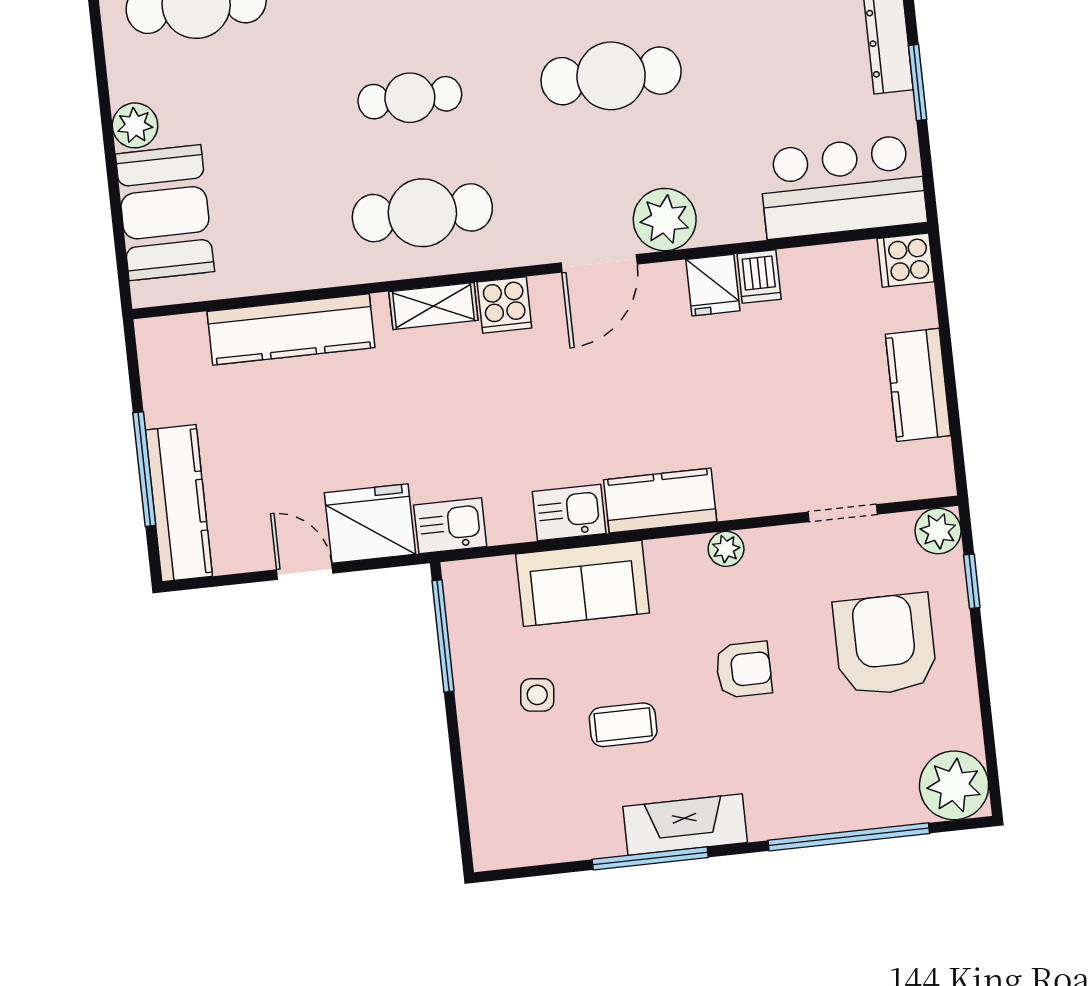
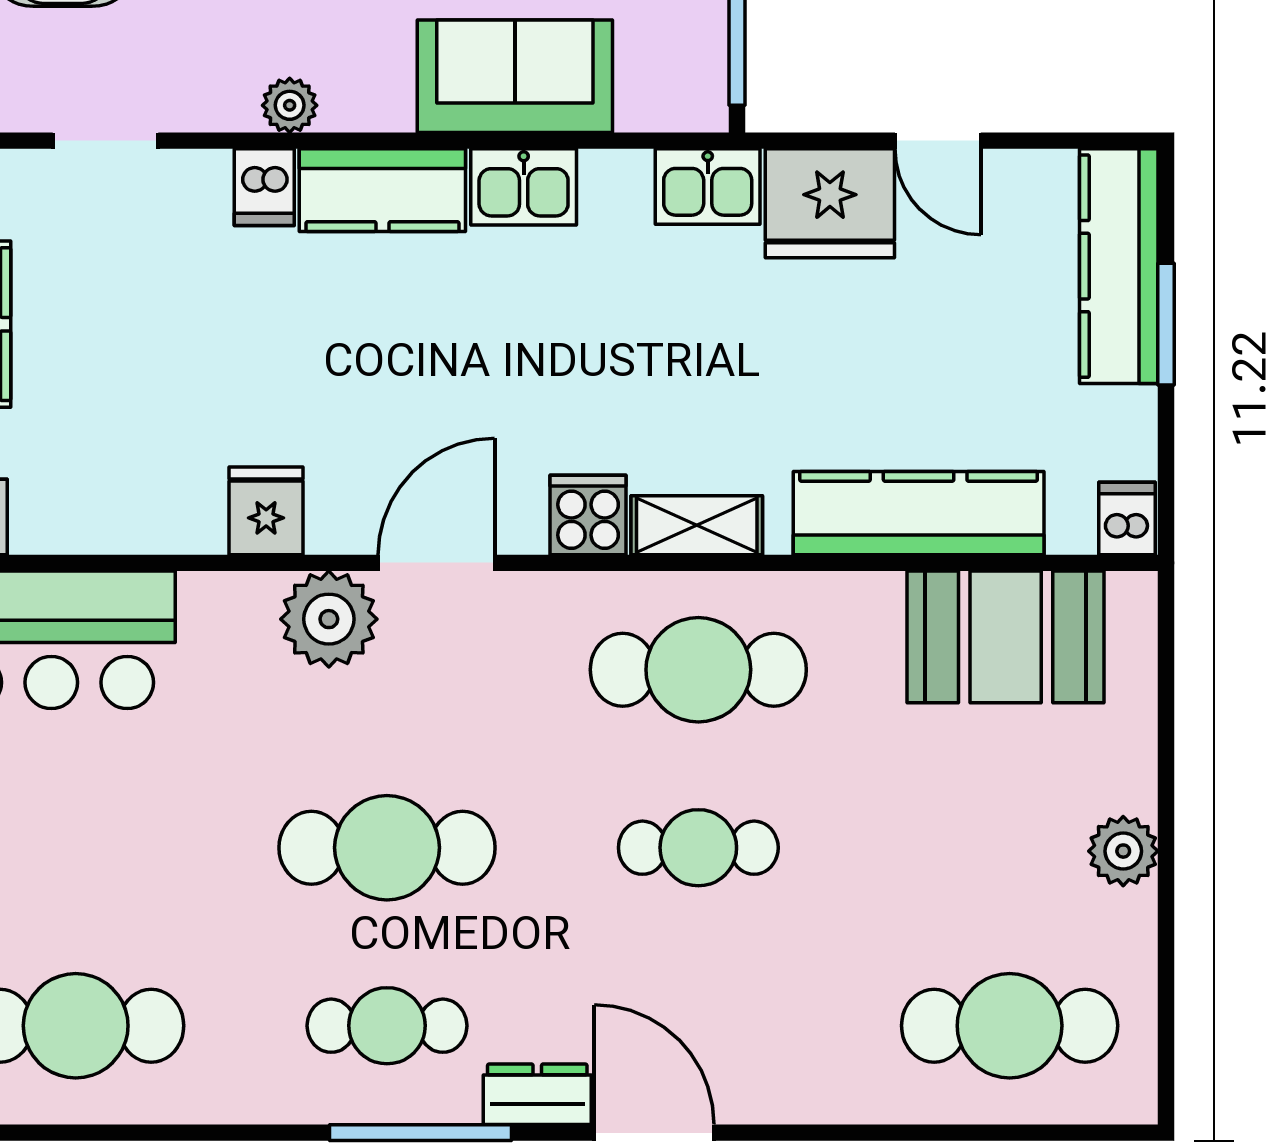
booth: (165, 213) -> (1006, 637), moved, turned 90
dishwasher: (759, 276) -> (264, 187), moved, turned 180
dishwasher: (156, 341) -> (1127, 518), added
window: (144, 469) -> (1166, 324), width x0.69

